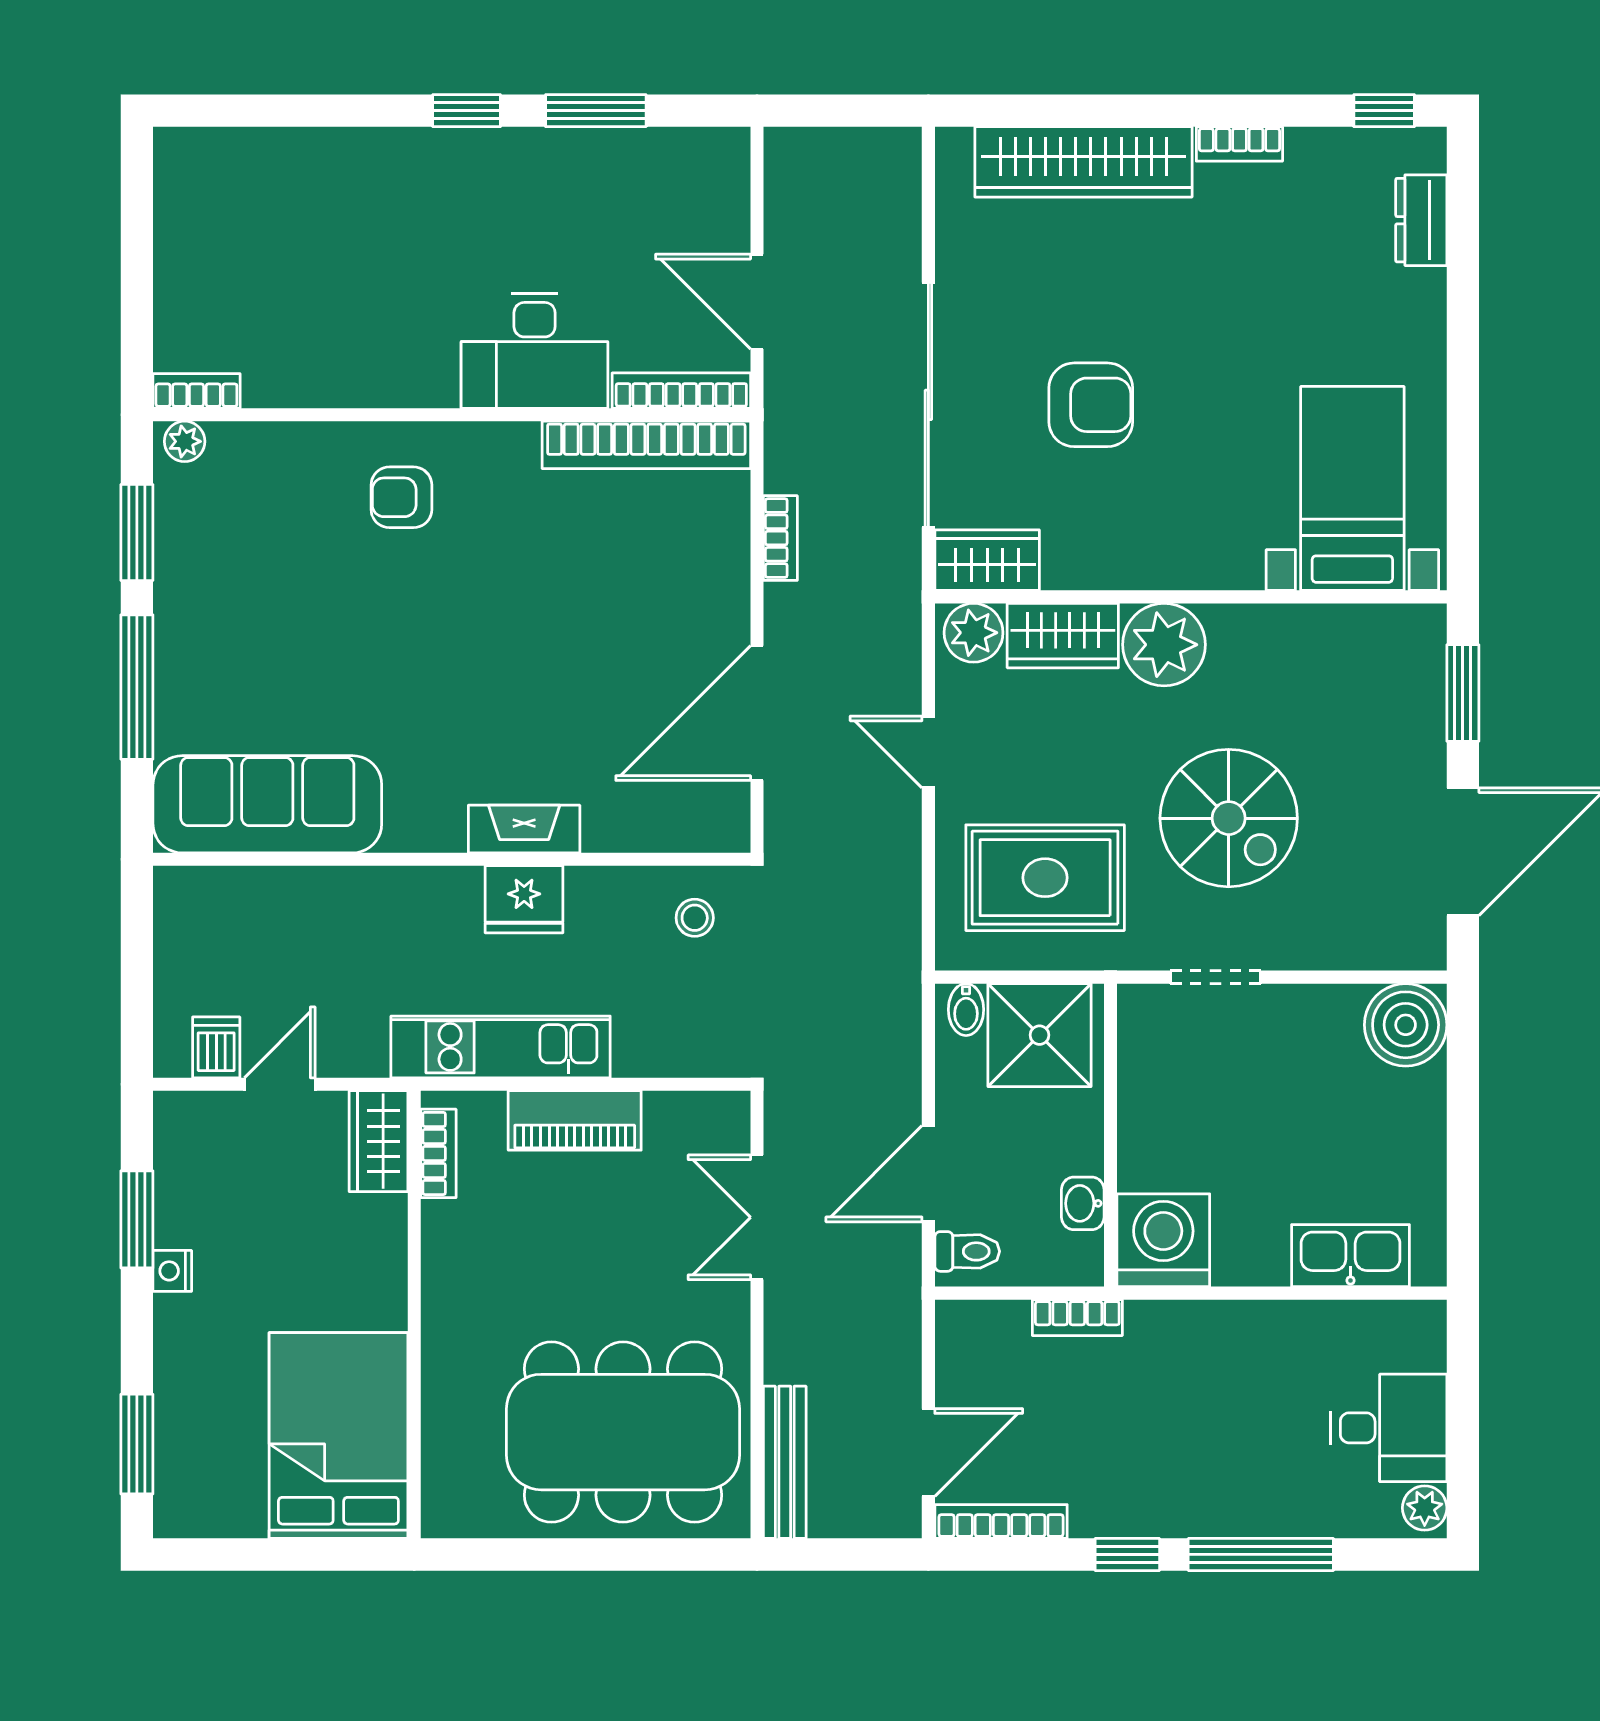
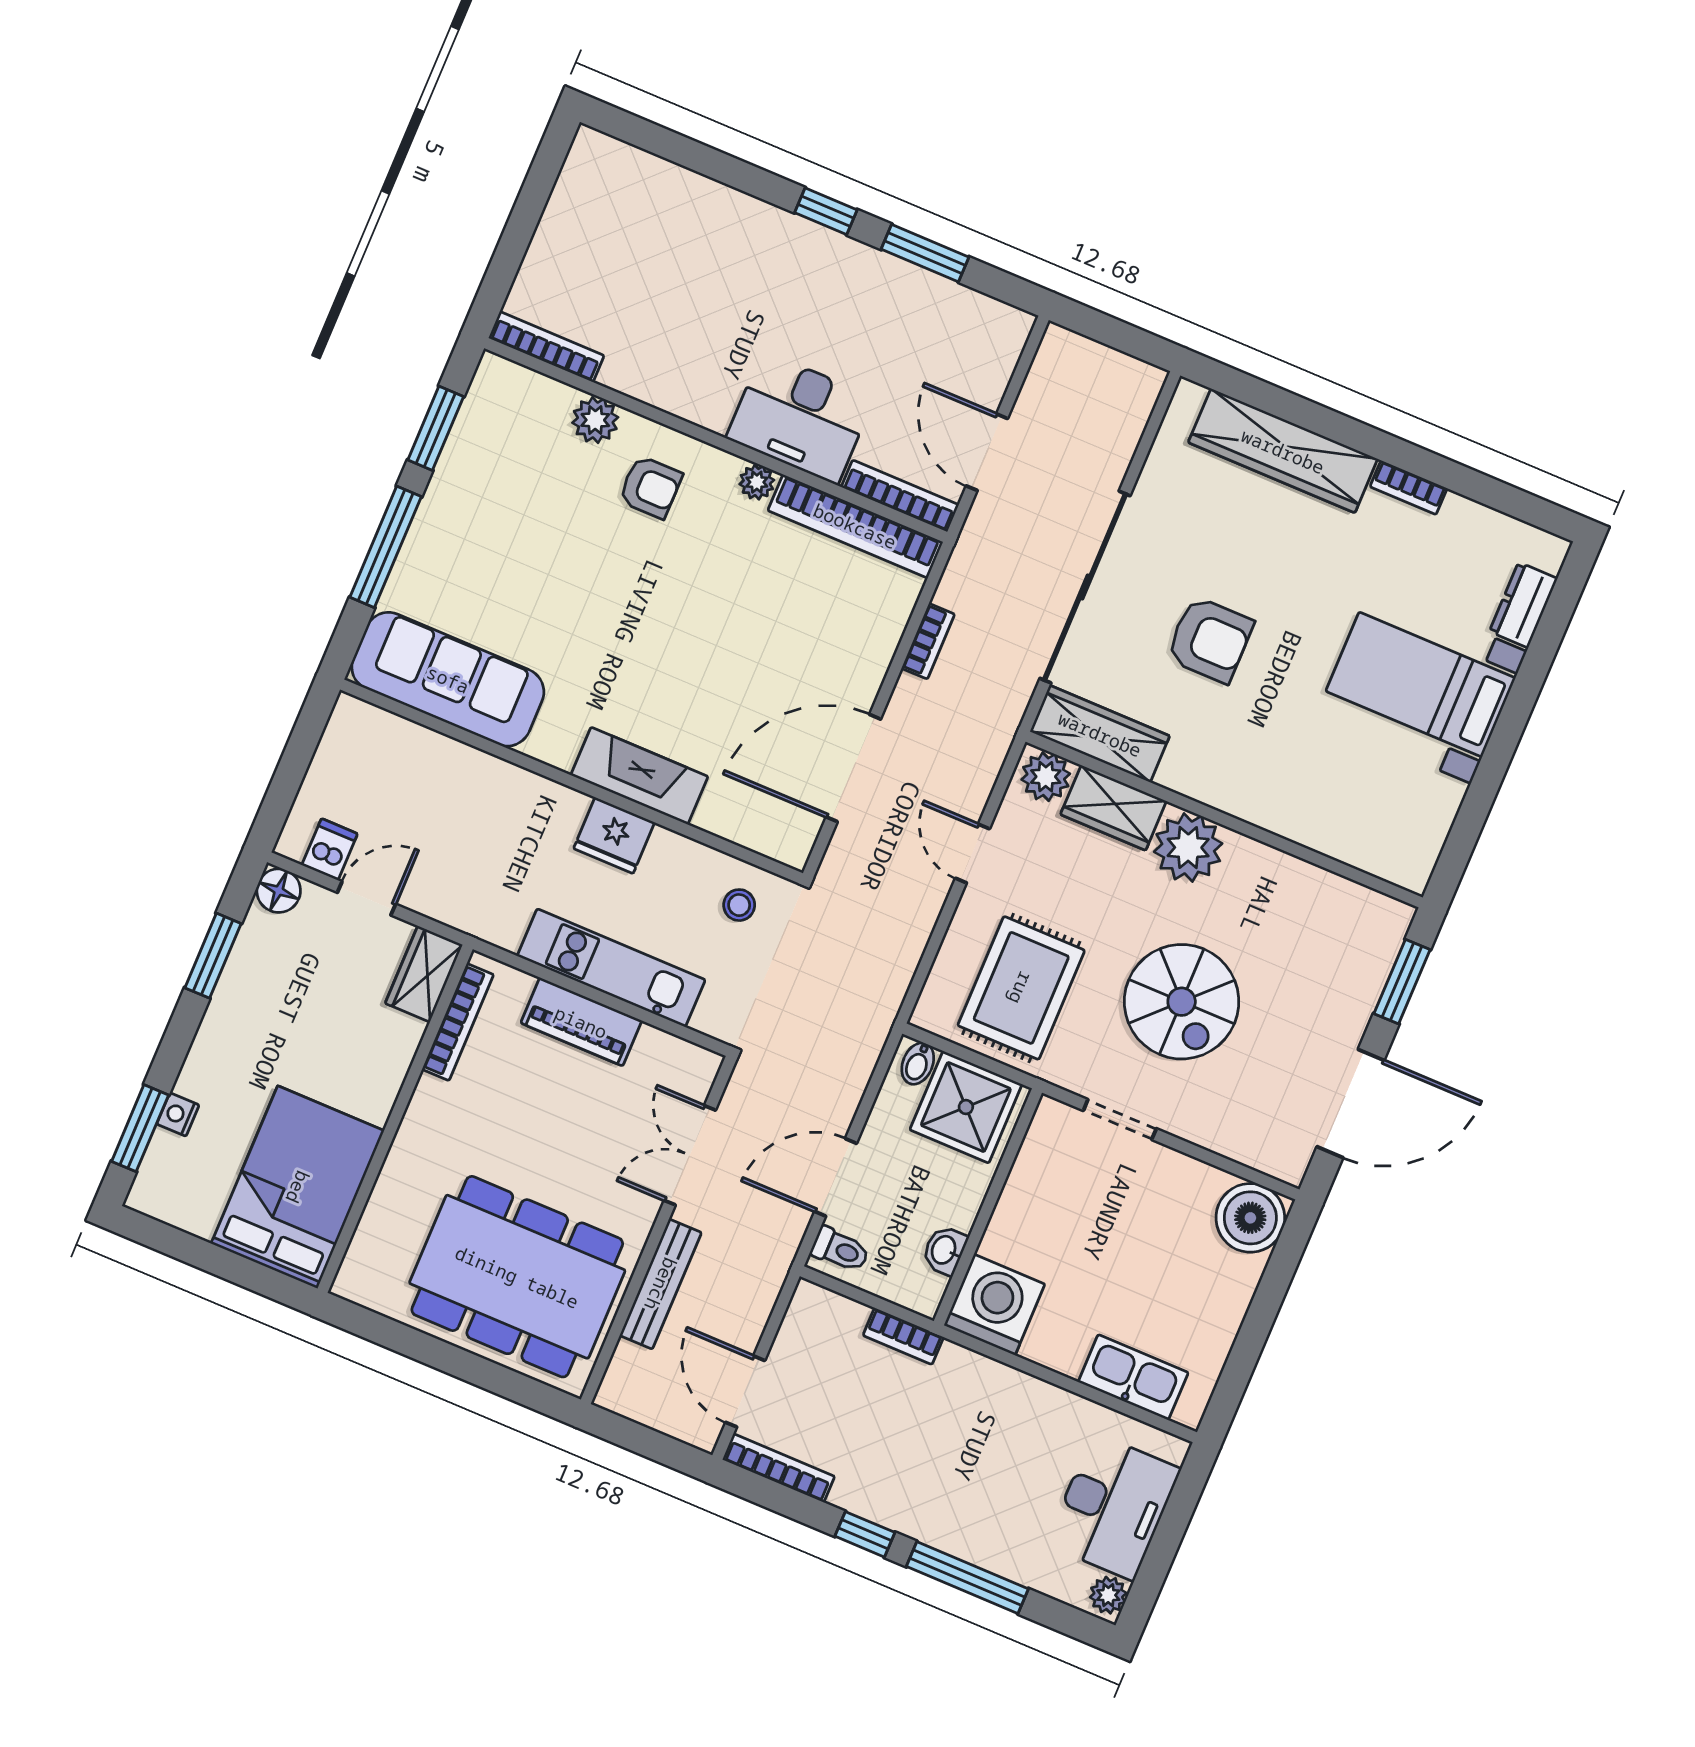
window: (1384, 111) -> (1530, 509), removed
bookcase: (196, 391) -> (546, 347), width x1.56
plant: (185, 441) -> (595, 420), moved, width x1.38, depth x1.38
plant: (517, 442) -> (757, 482), added
bed with nightstands: (1352, 488) -> (1421, 685), moved, turned -90
armchair: (401, 497) -> (650, 487), turned 180
wardrobe: (987, 560) -> (1100, 734), width x1.50
fireplace: (524, 829) -> (639, 776), width x1.37, depth x1.32
rug: (1045, 878) -> (1021, 988), turned 90
kitchen unit: (501, 1047) -> (611, 968), moved
floor lamp: (179, 1117) -> (279, 891), added
bookcase: (438, 1153) -> (458, 1022), width x1.56
nightstand: (172, 1271) -> (178, 1114), moved
desk: (1389, 1428) -> (1113, 1507), width x1.37
door: (928, 1452) -> (745, 1391), swing flipped
bench: (785, 1462) -> (661, 1284), moved

